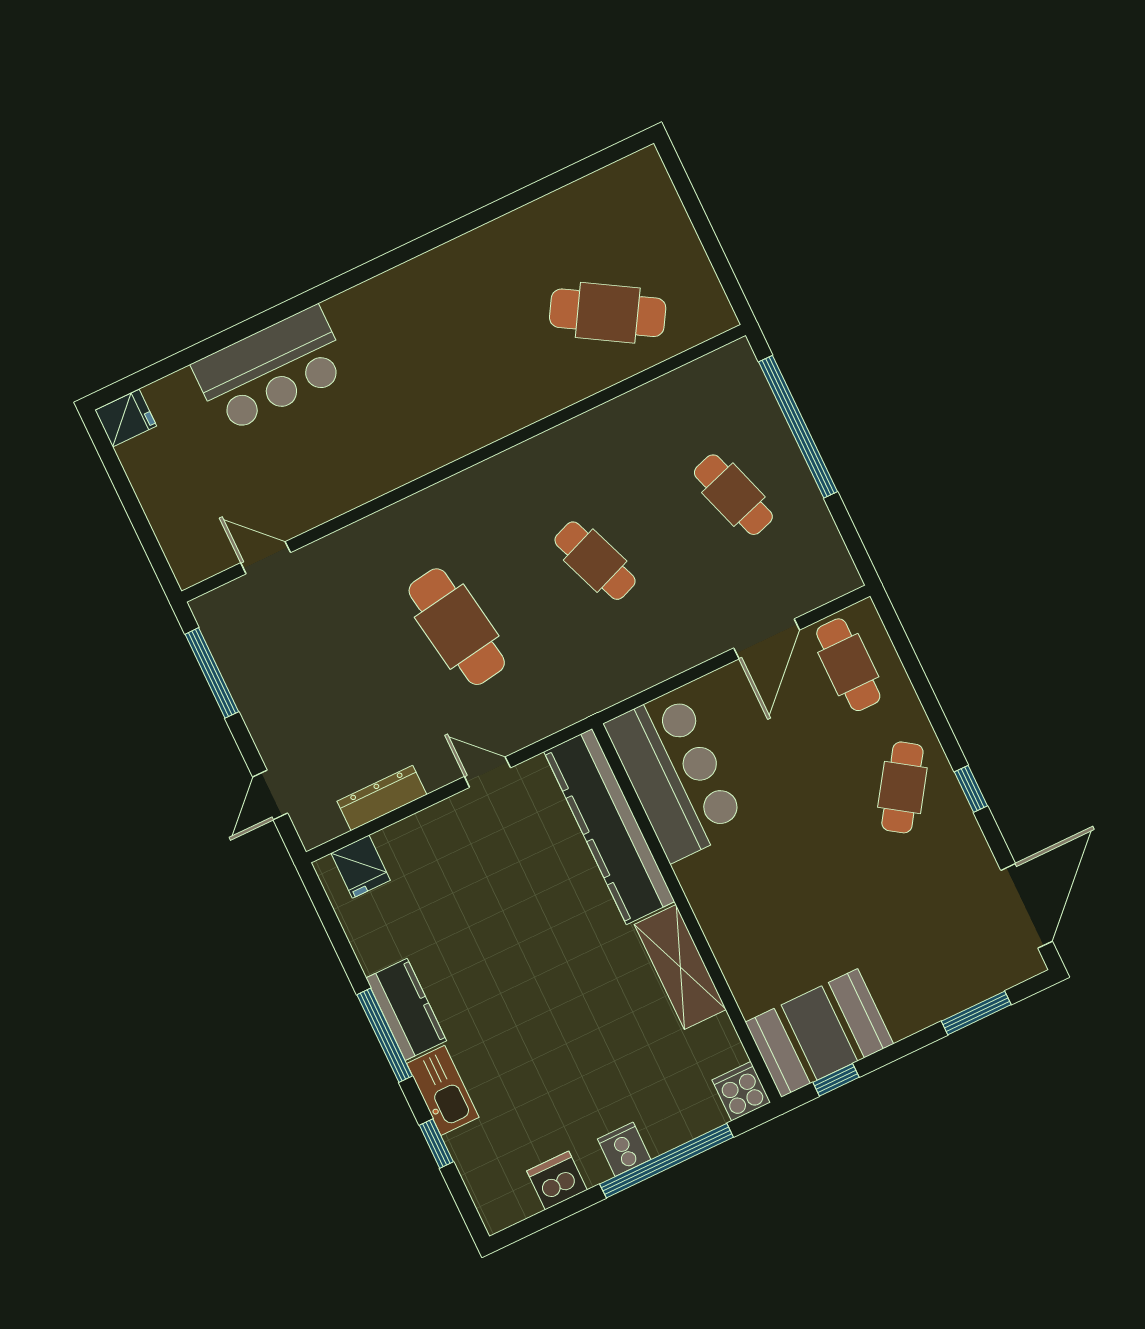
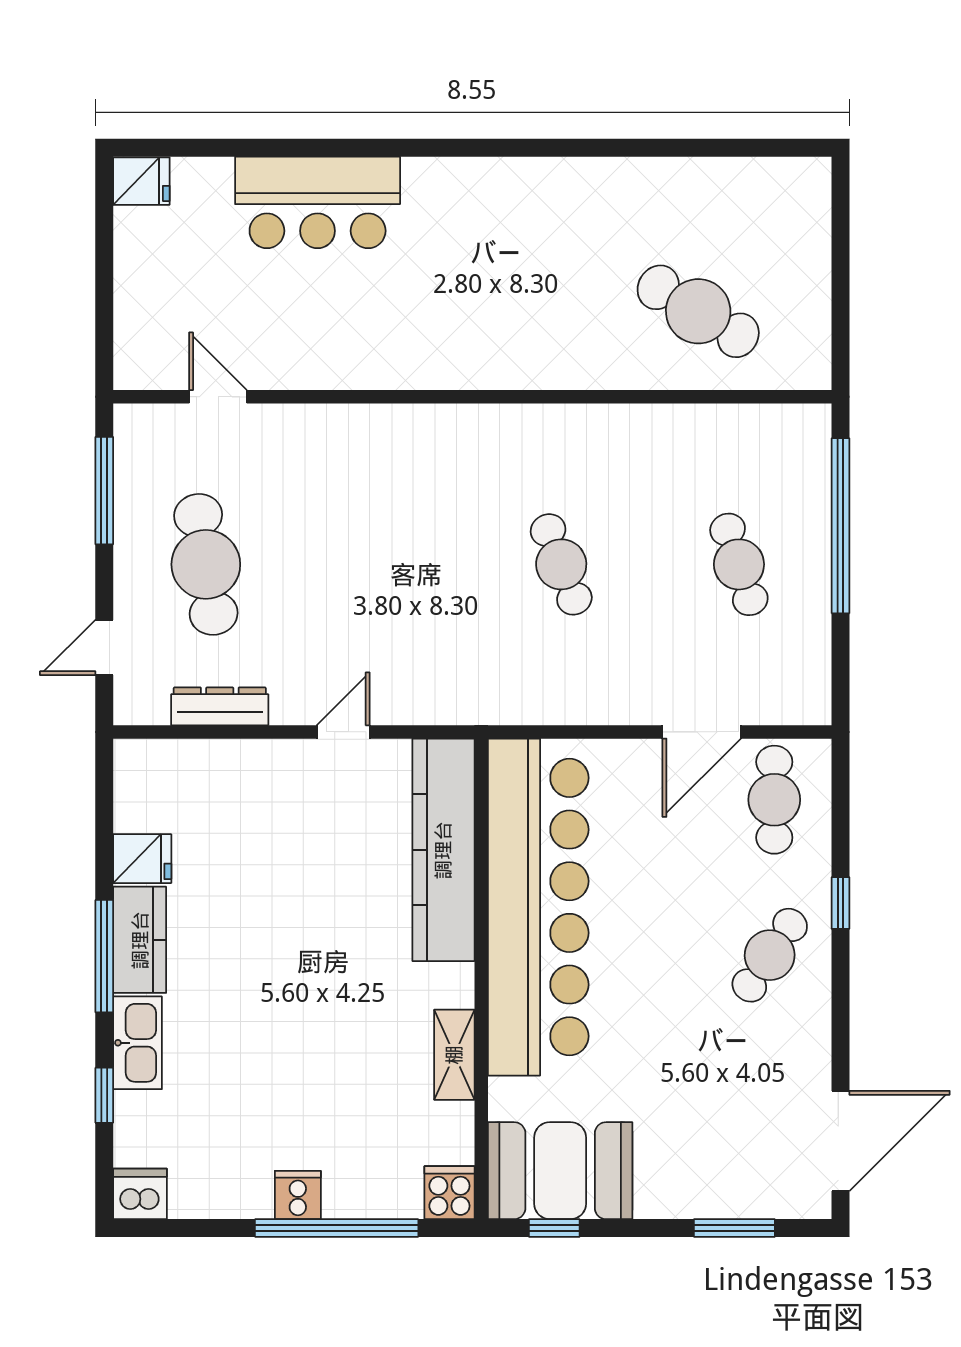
cafe table: (457, 627) -> (206, 564), moved
door: (487, 772) -> (343, 732), hinge flipped
bar counter: (675, 775) -> (538, 907), width x1.86
window: (971, 789) -> (841, 903), moved
fridge: (361, 867) -> (142, 859), moved, turned -90
shelving: (680, 967) -> (454, 1055), width x0.67, depth x0.75
dishwasher: (557, 1180) -> (140, 1194), moved

